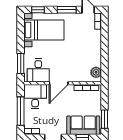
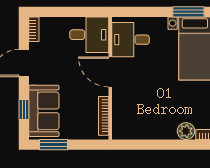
window: (21, 64) -> (188, 12), moved
plant: (96, 72) -> (186, 131), moved
window: (21, 111) -> (66, 12), removed

